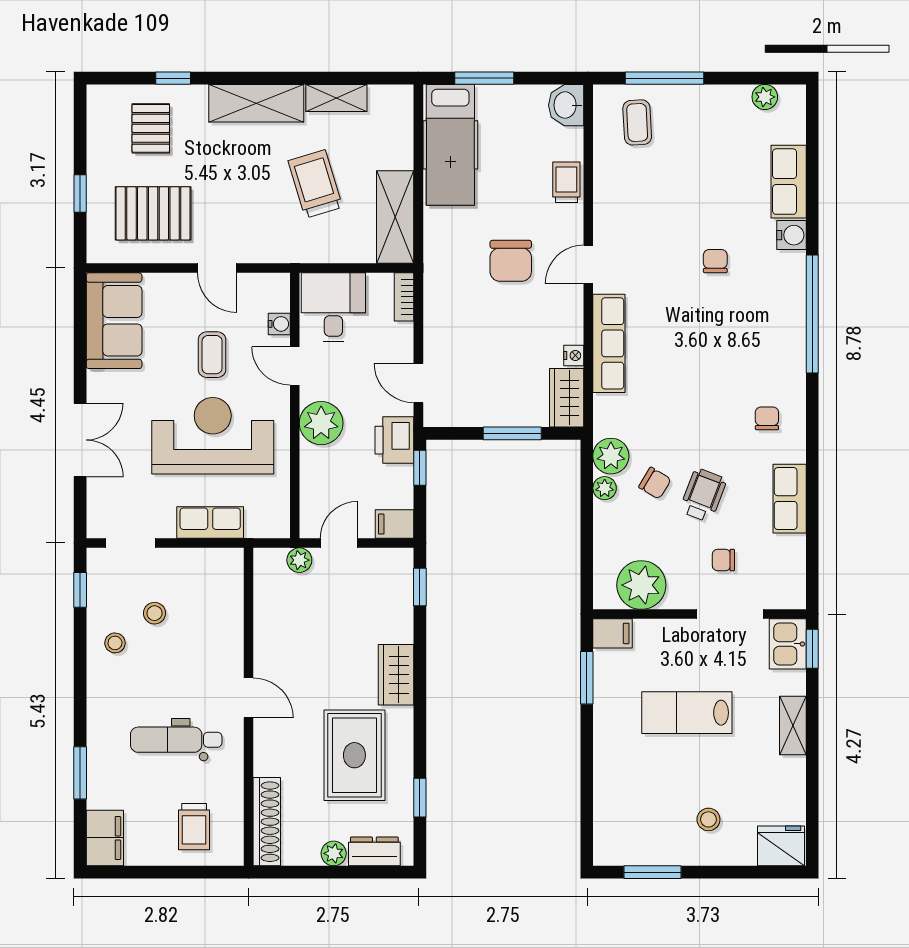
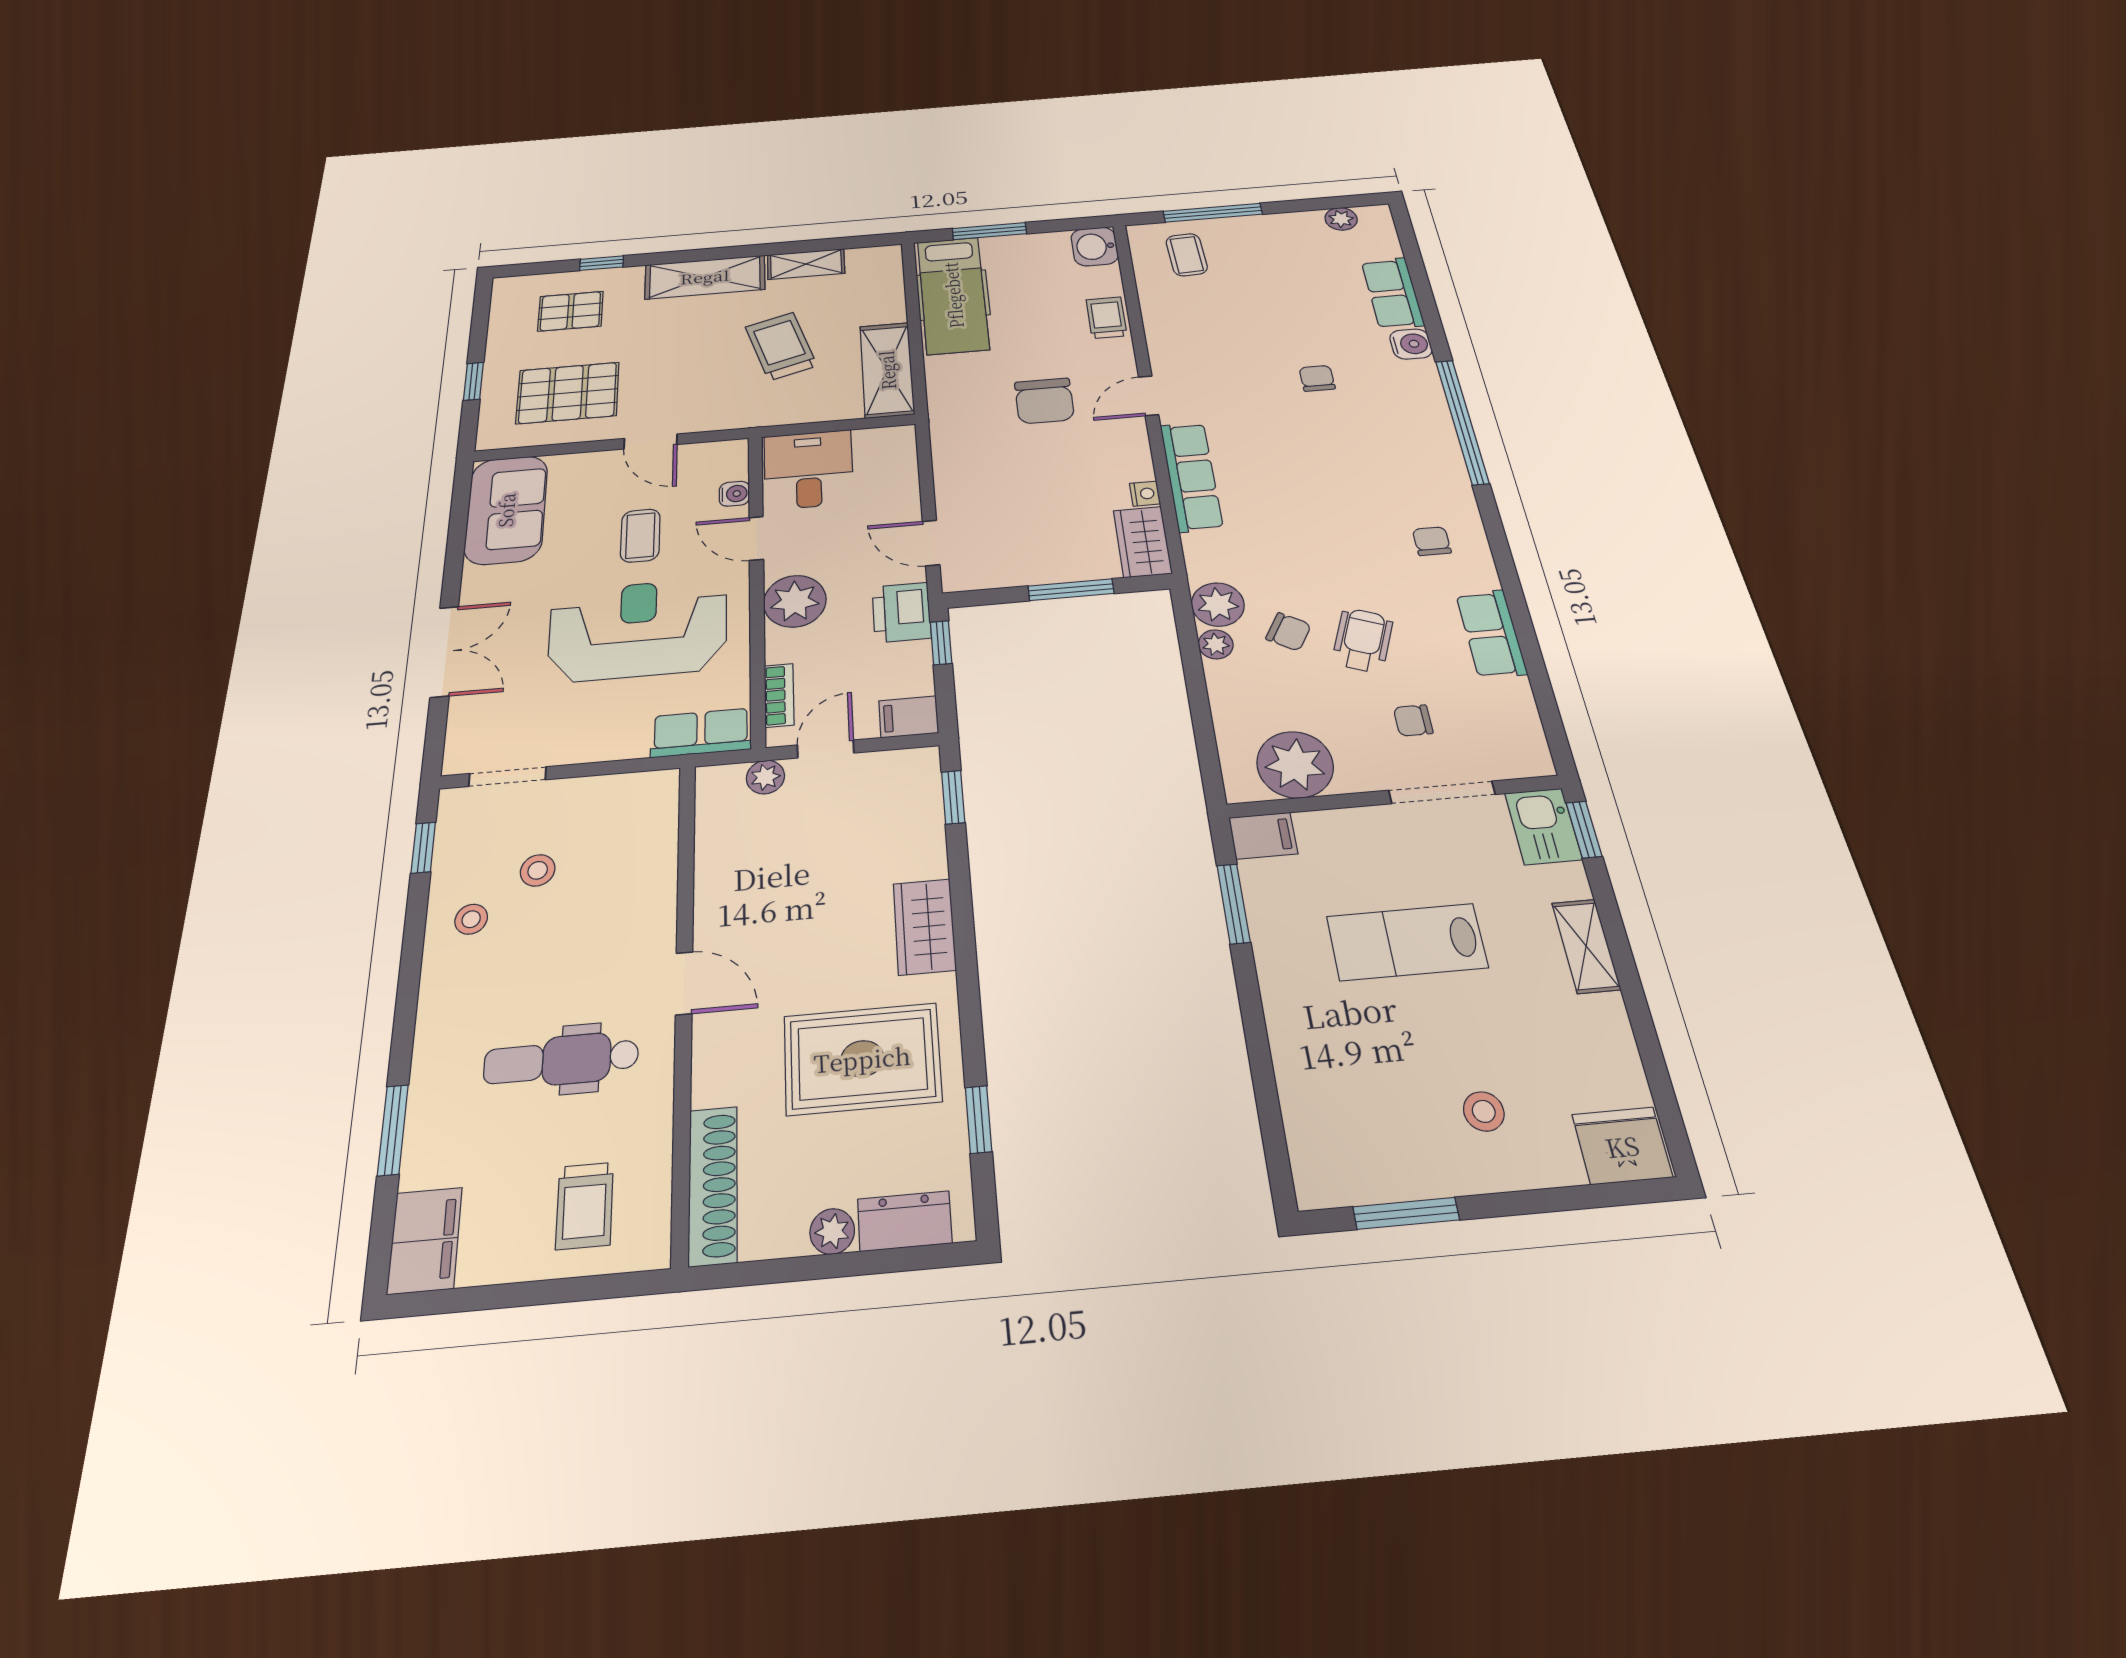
pallet: (151, 128) -> (571, 311), turned 90
bookcase: (404, 297) -> (779, 695), moved, turned 180
row of seats: (210, 523) -> (701, 733), moved
rug: (354, 755) -> (862, 1059), turned 90

